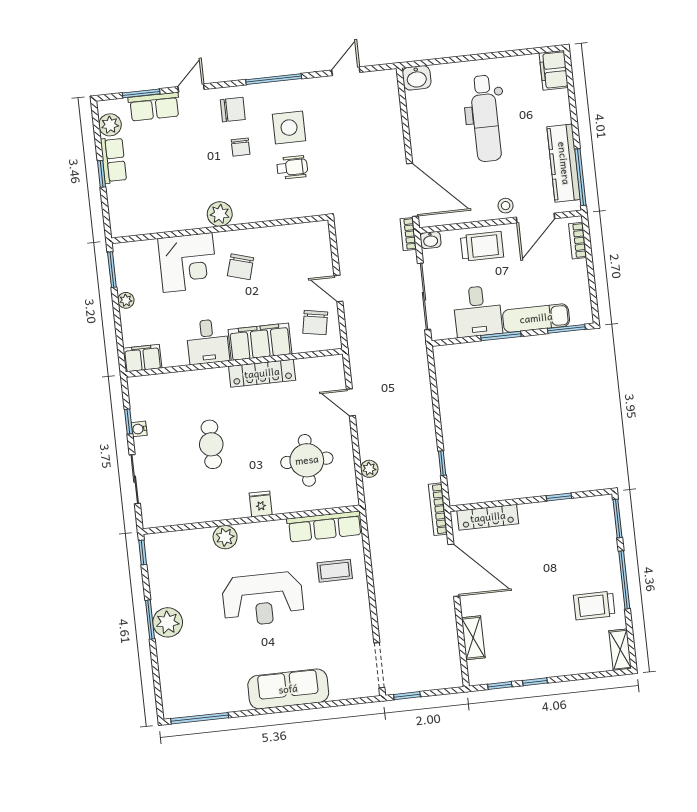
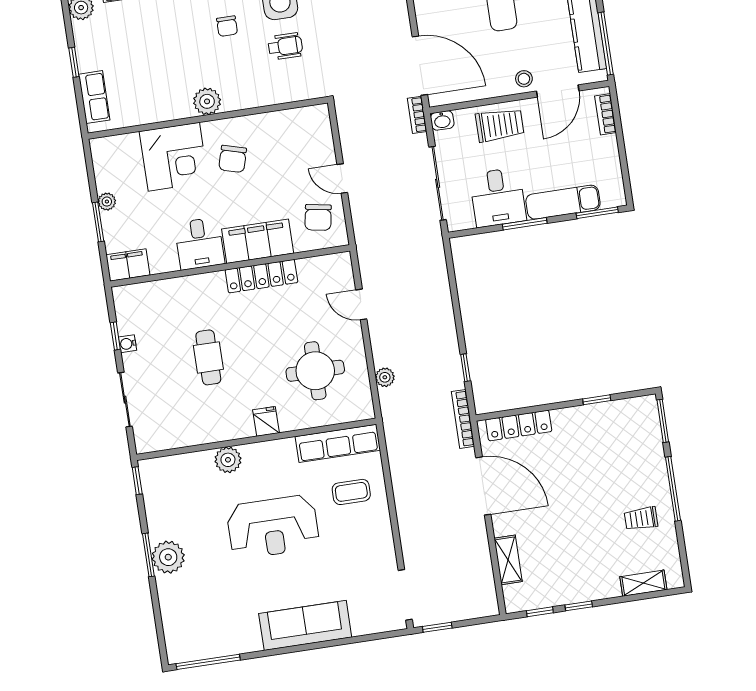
row of seats: (113, 160) -> (94, 97), moved
window: (112, 270) -> (98, 222), moved
trolley: (594, 605) -> (641, 518), width x0.73, depth x0.72
shelving: (620, 650) -> (643, 583), moved, turned 90

